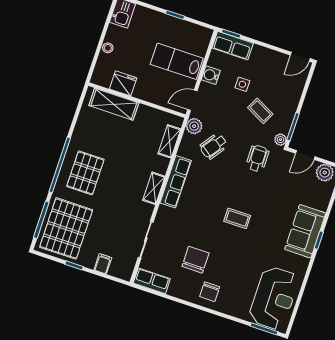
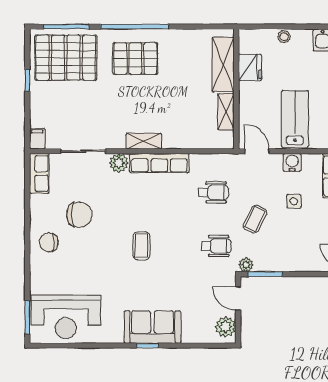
coffee table: (260, 111) -> (255, 219), moved
plant: (194, 126) -> (119, 163), moved
shelving: (169, 141) -> (226, 112), moved, turned 90
wheelchair: (214, 146) -> (214, 192), turned 144
filing cabinet: (103, 264) -> (37, 139), moved, turned -90

